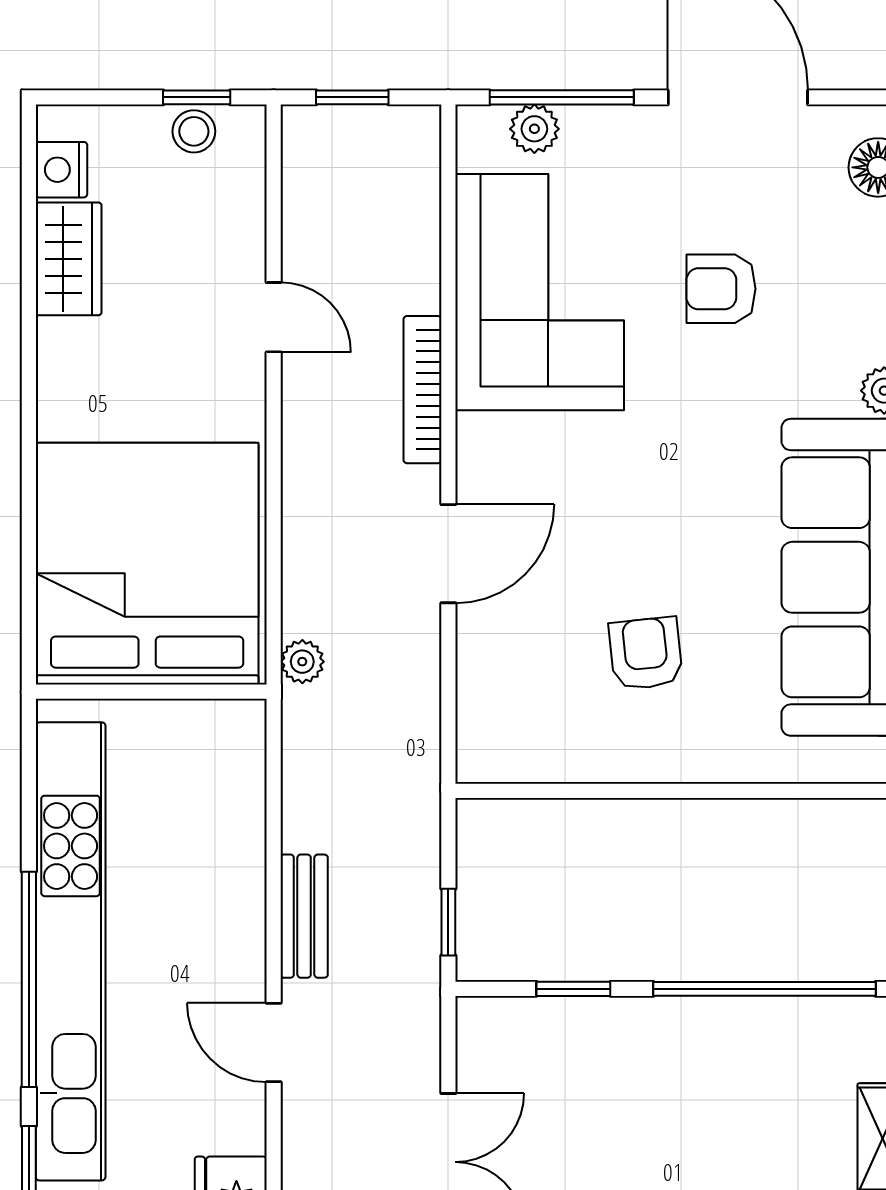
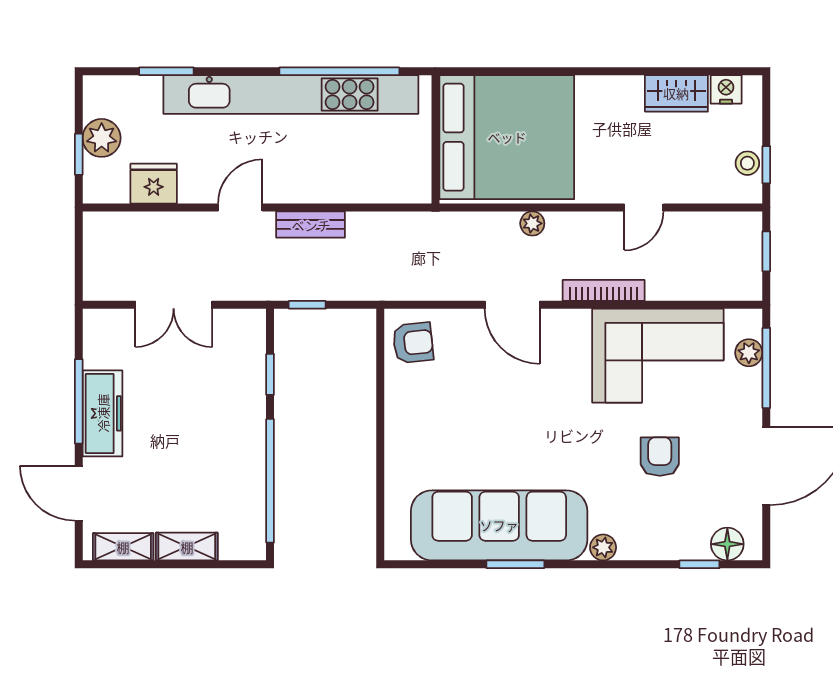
armchair: (646, 653) -> (413, 343), moved
plant: (302, 662) -> (532, 223), moved
window: (29, 979) -> (339, 71), moved

